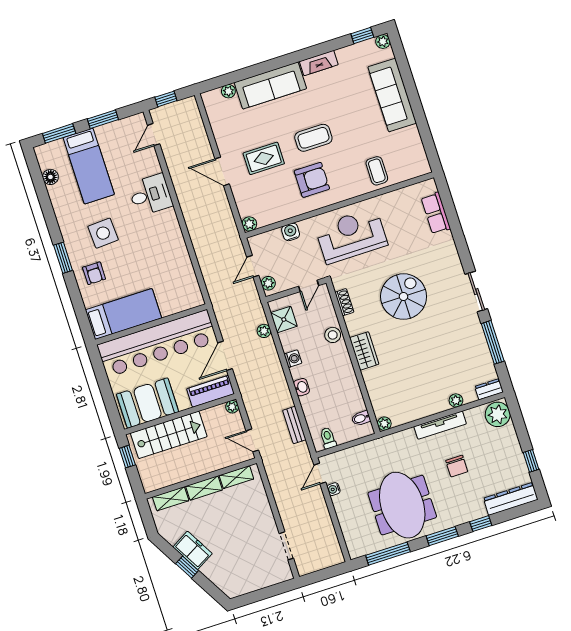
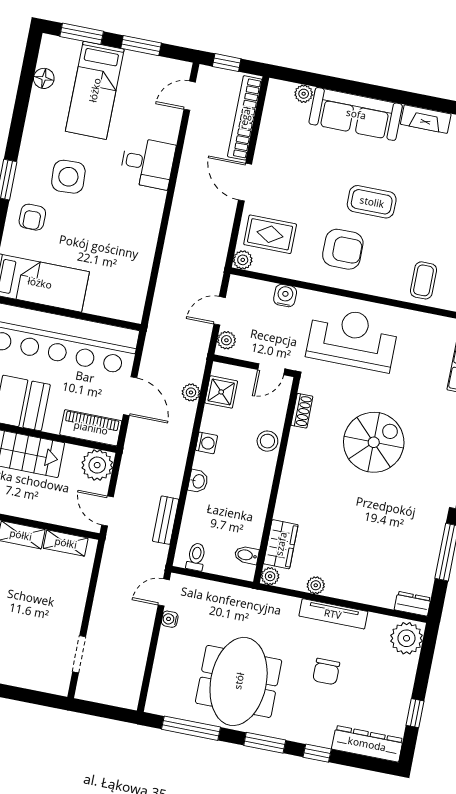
bookcase: (198, 129) -> (245, 118), added
rug: (264, 158) -> (270, 234), moved
wardrobe: (364, 351) -> (281, 544), moved
door: (225, 356) -> (130, 396), swing flipped
plant: (456, 400) -> (316, 585), moved
plant: (232, 407) -> (97, 465), width x1.87, depth x1.87

